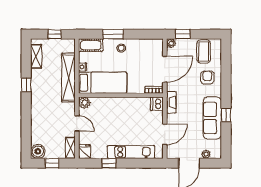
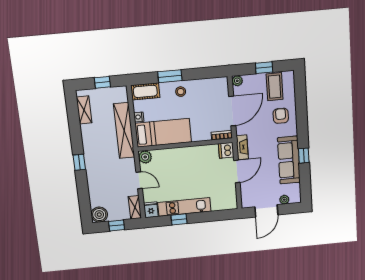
window: (183, 34) -> (264, 68), moved
window: (26, 85) -> (79, 162), moved
door: (165, 134) -> (237, 171), moved
kitchen unit: (131, 152) -> (184, 207), moved

